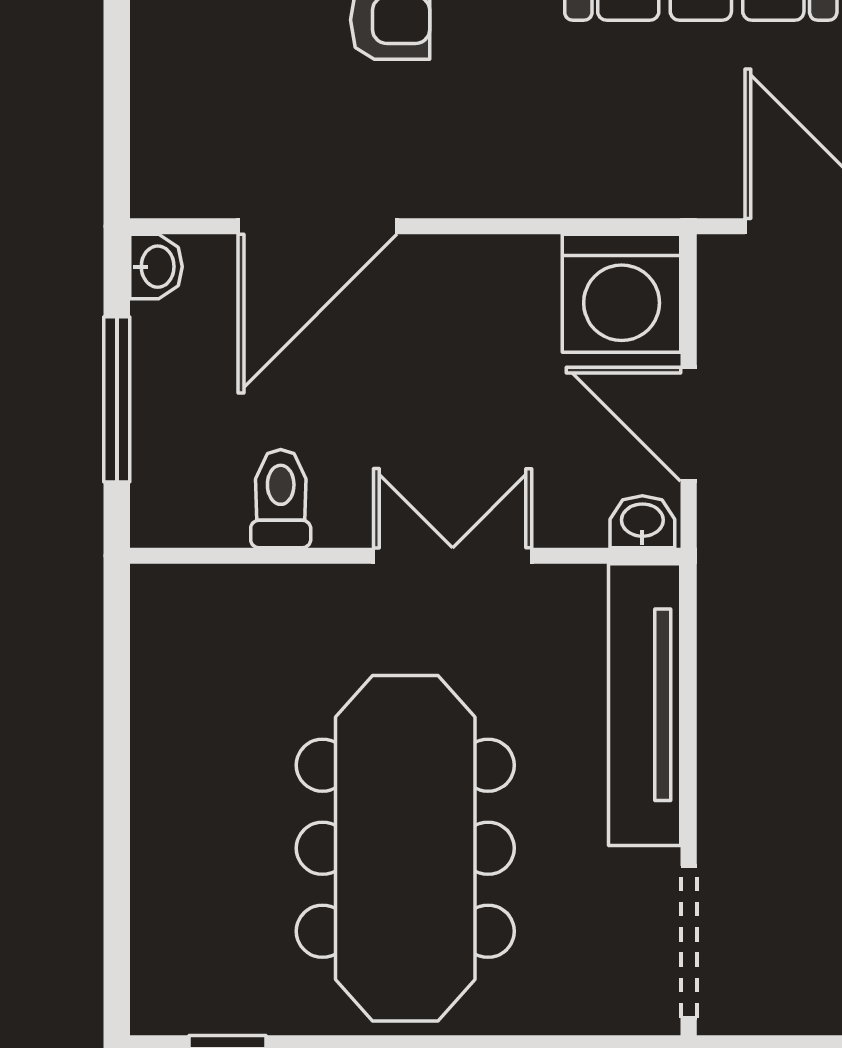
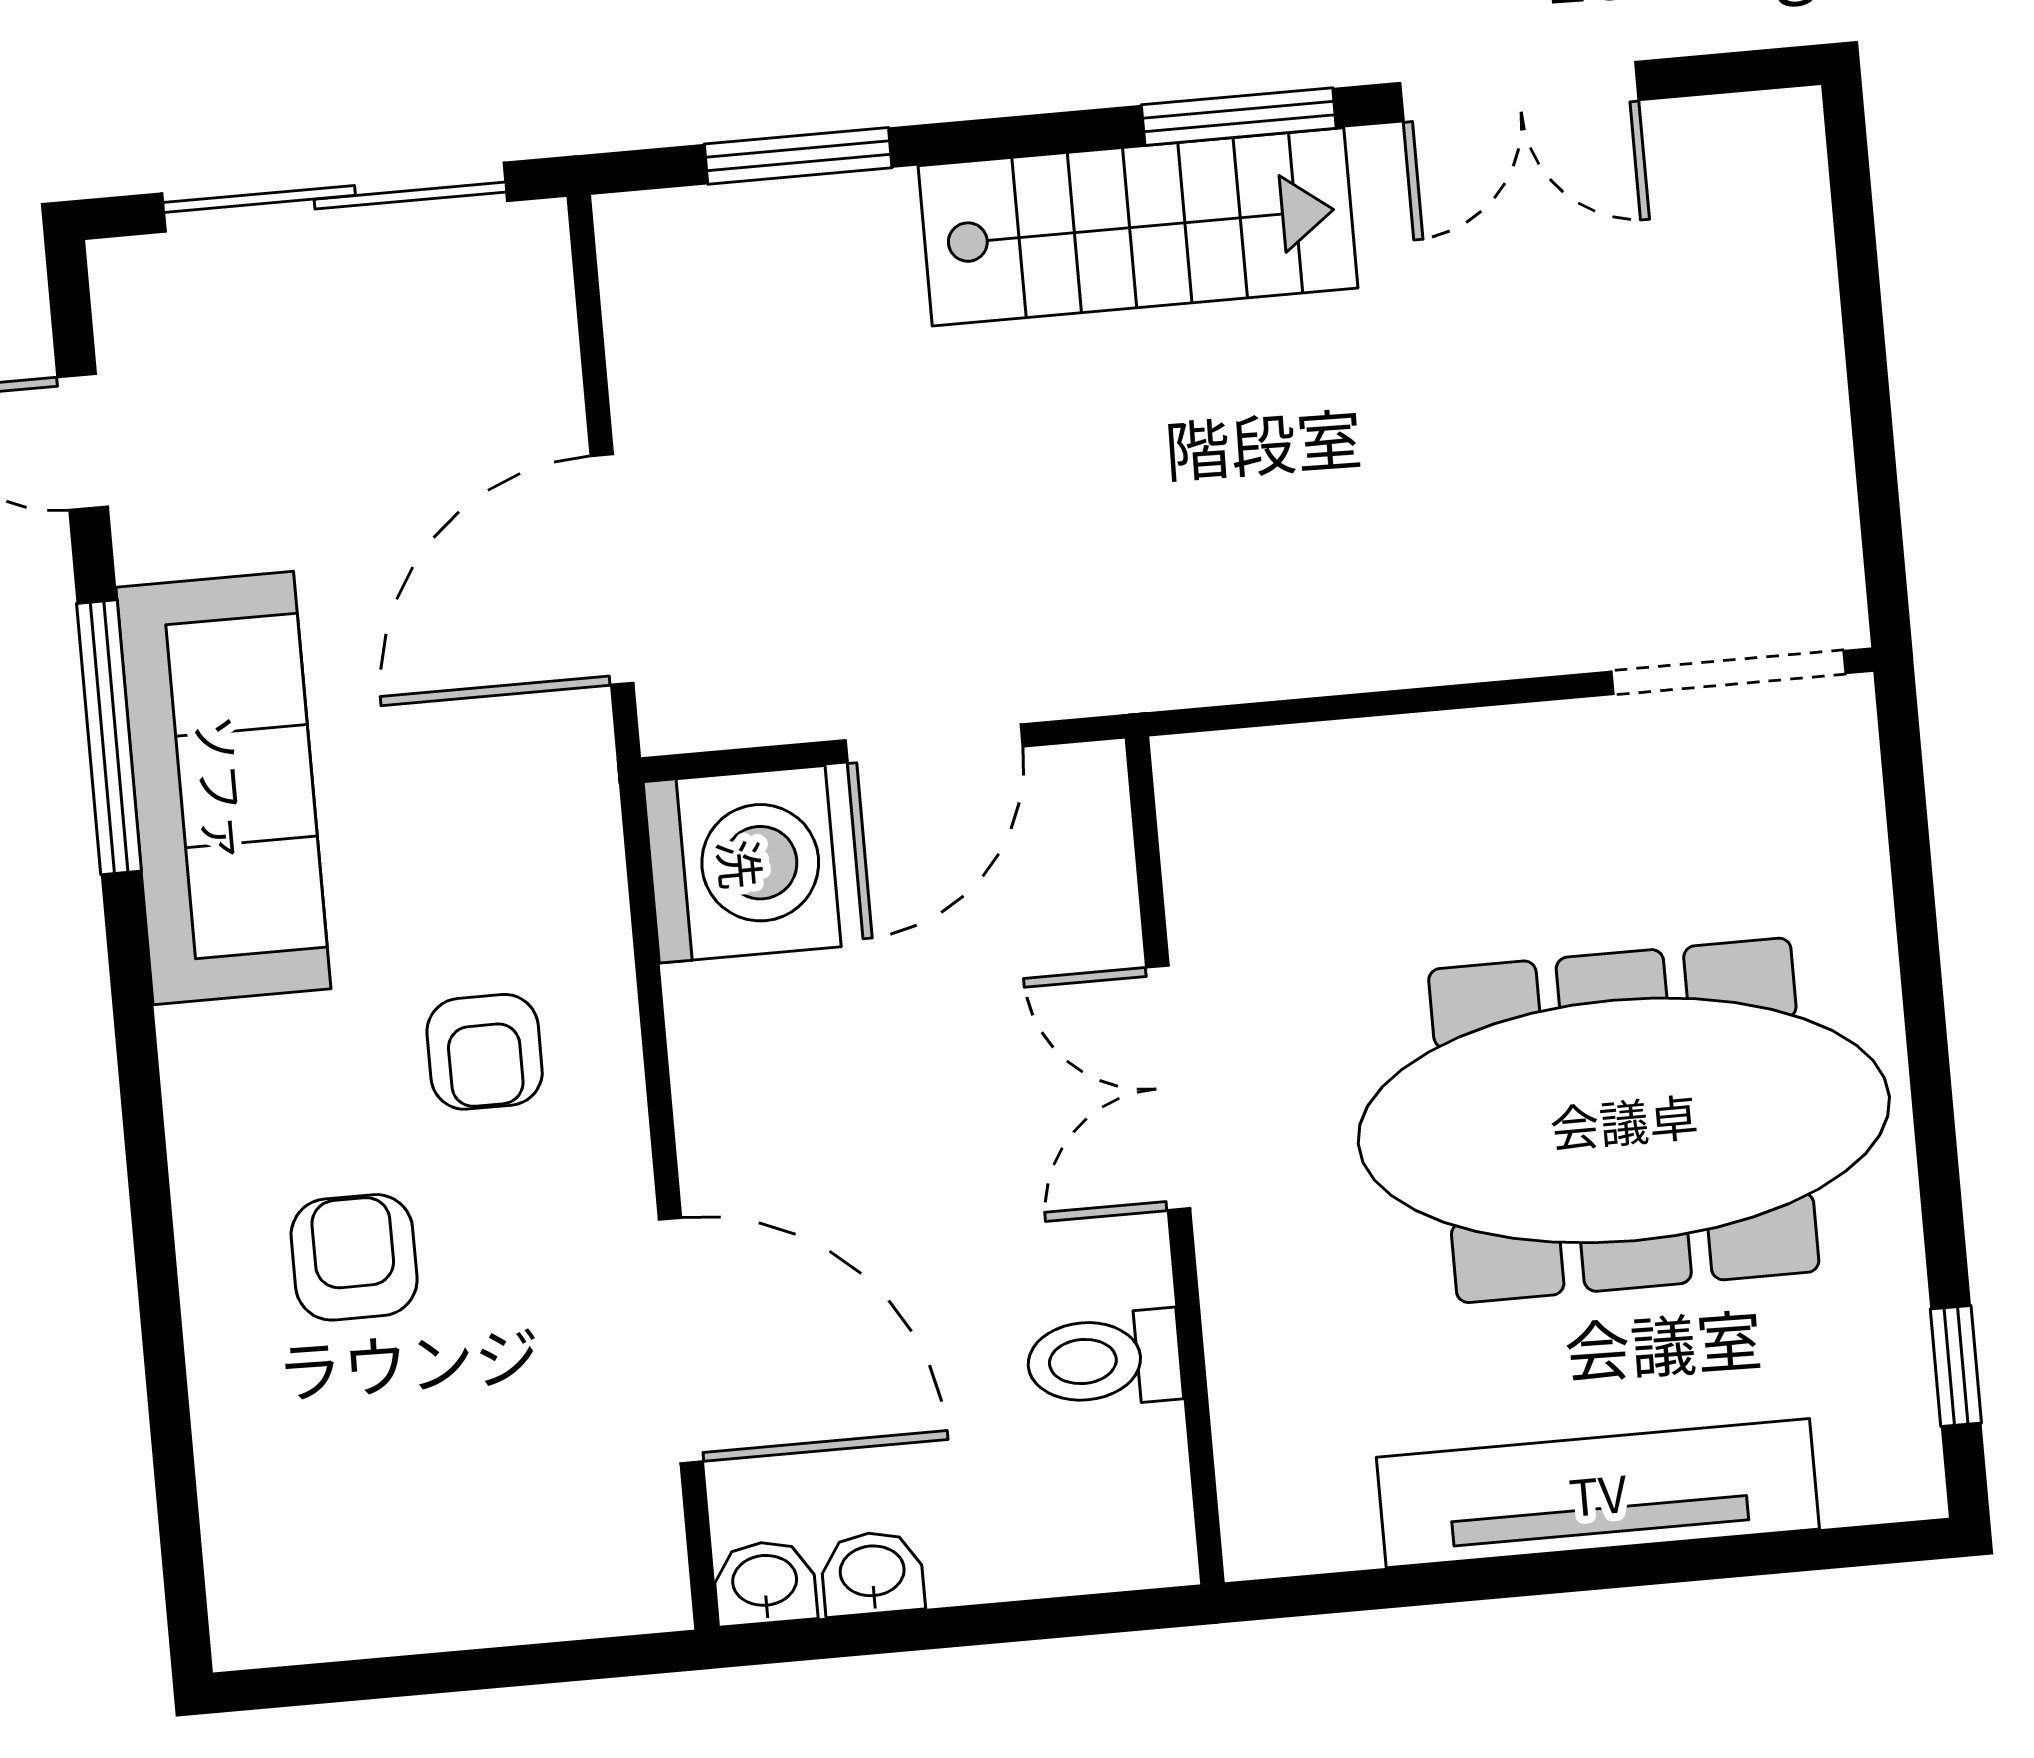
armchair: (515, 116) -> (485, 1052), added
window: (117, 399) -> (974, 1625), removed
washbasin: (642, 522) -> (872, 1573), moved, turned 90
tv unit: (645, 705) -> (1598, 1493), moved, turned 180

